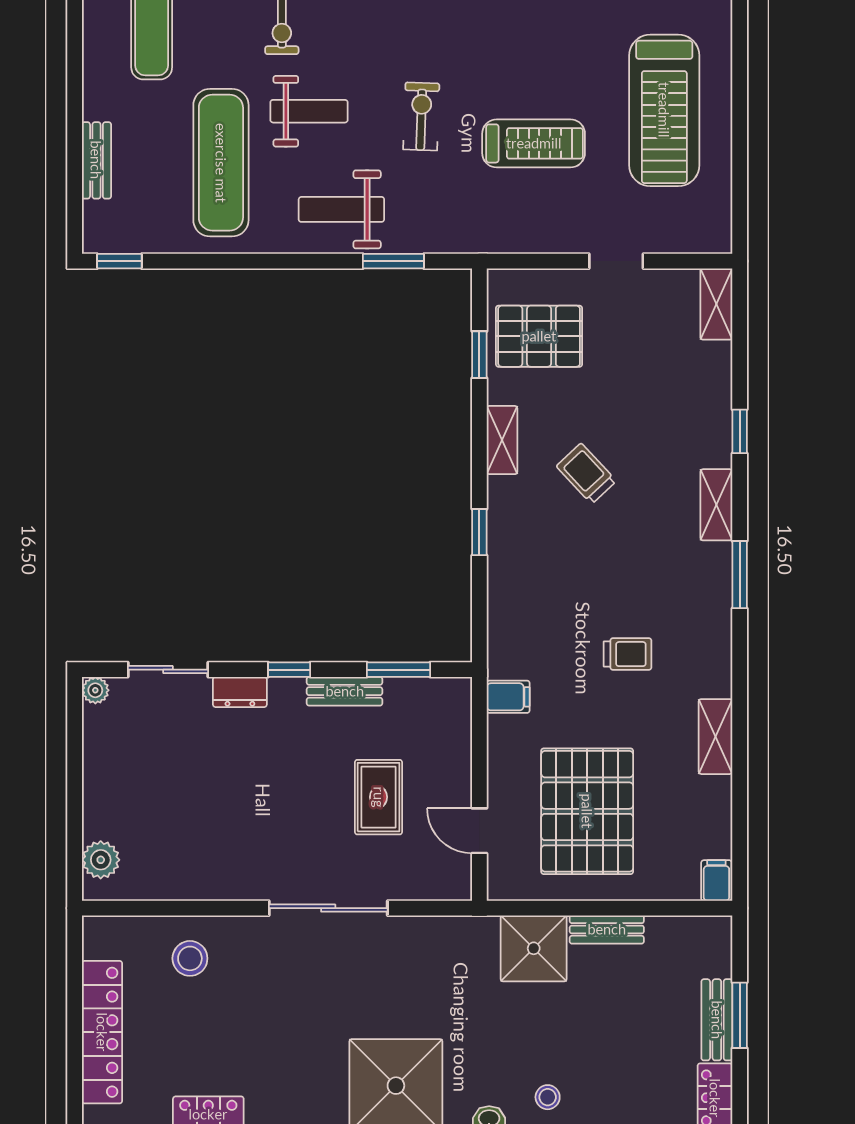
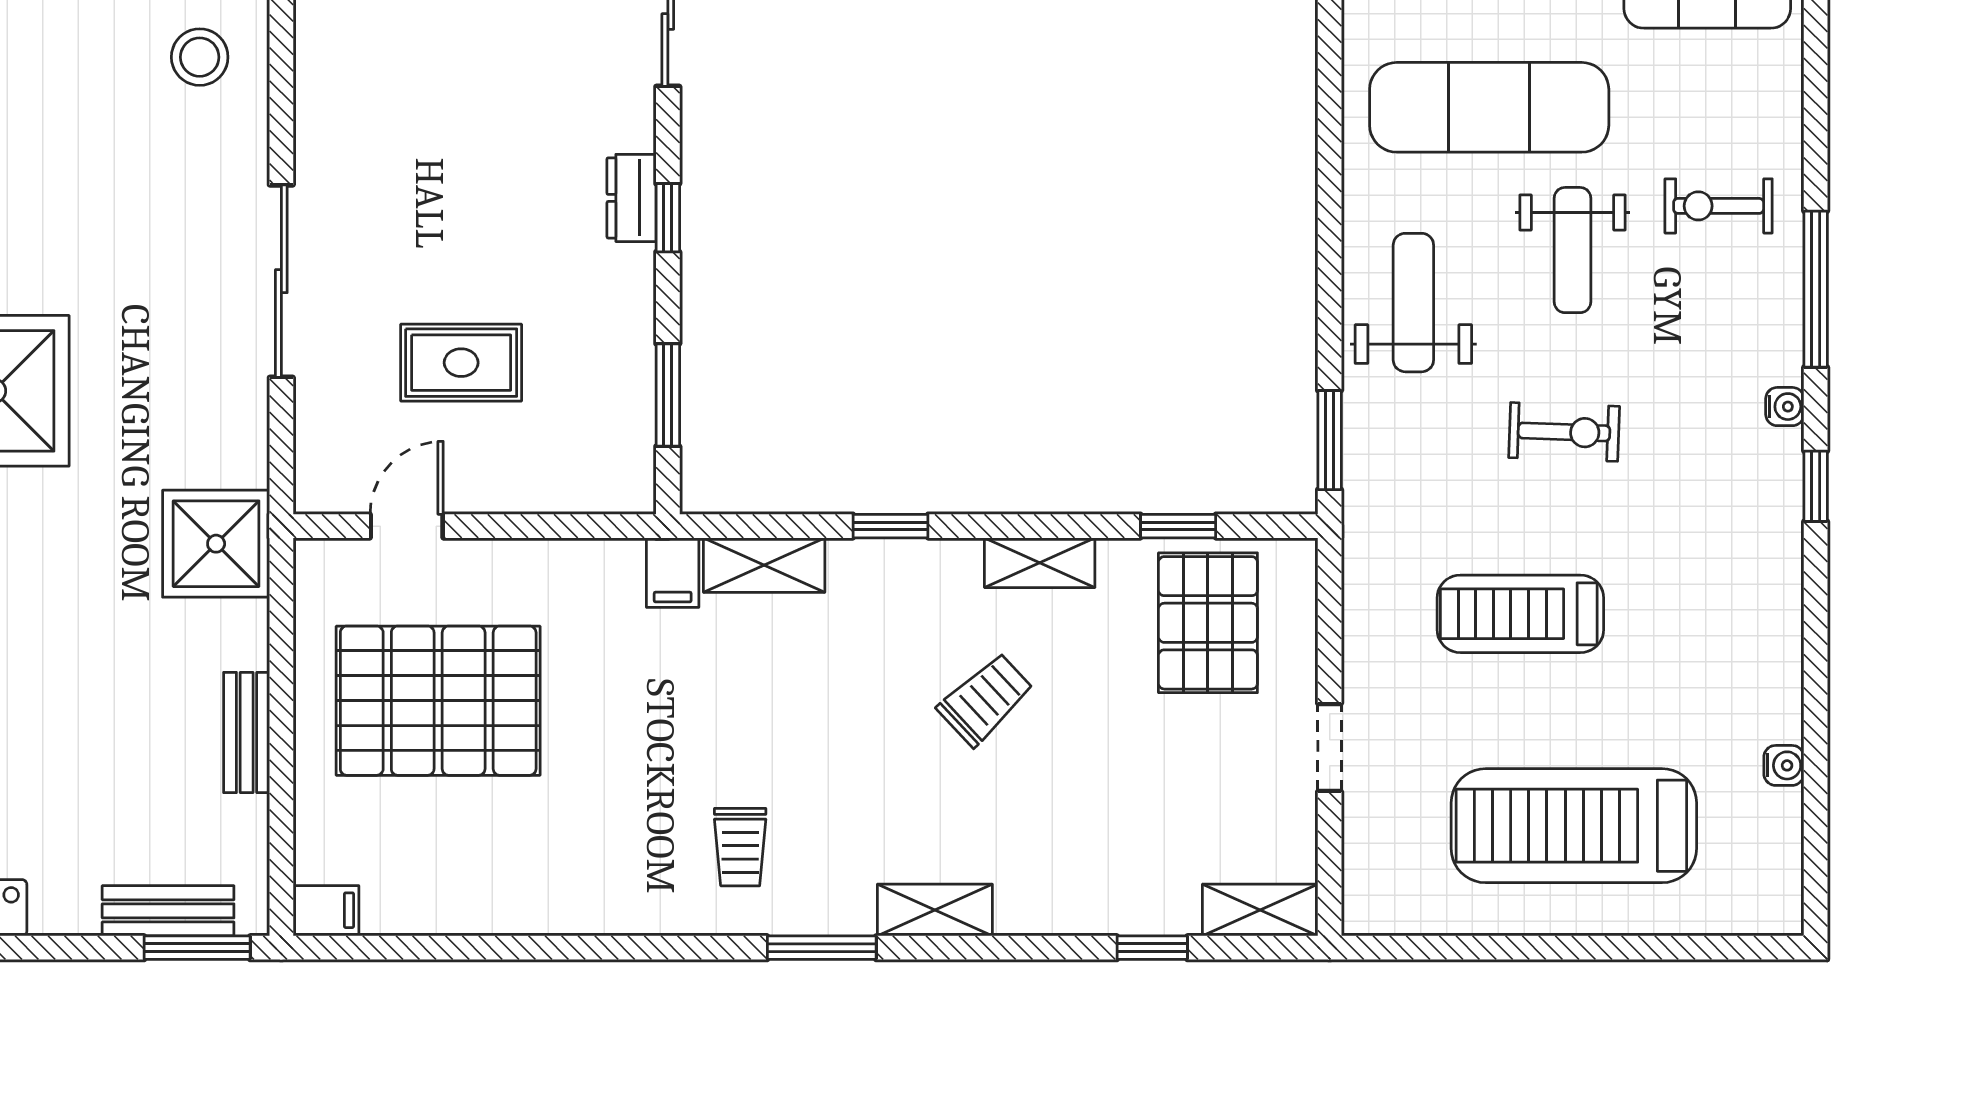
treadmill: (534, 143) -> (1520, 614), turned 90
window: (393, 261) -> (1330, 440), moved
window: (740, 431) -> (1152, 948), moved
trolley: (628, 654) -> (740, 847), moved
bench: (345, 691) -> (633, 308), removed
dresser: (240, 692) -> (632, 198), moved
filing cabinet: (508, 697) -> (673, 573), moved
shelving: (715, 737) -> (764, 565), moved
shower: (534, 948) -> (216, 544), moved
window: (740, 1015) -> (197, 948), moved
bench: (717, 1020) -> (168, 911), moved

